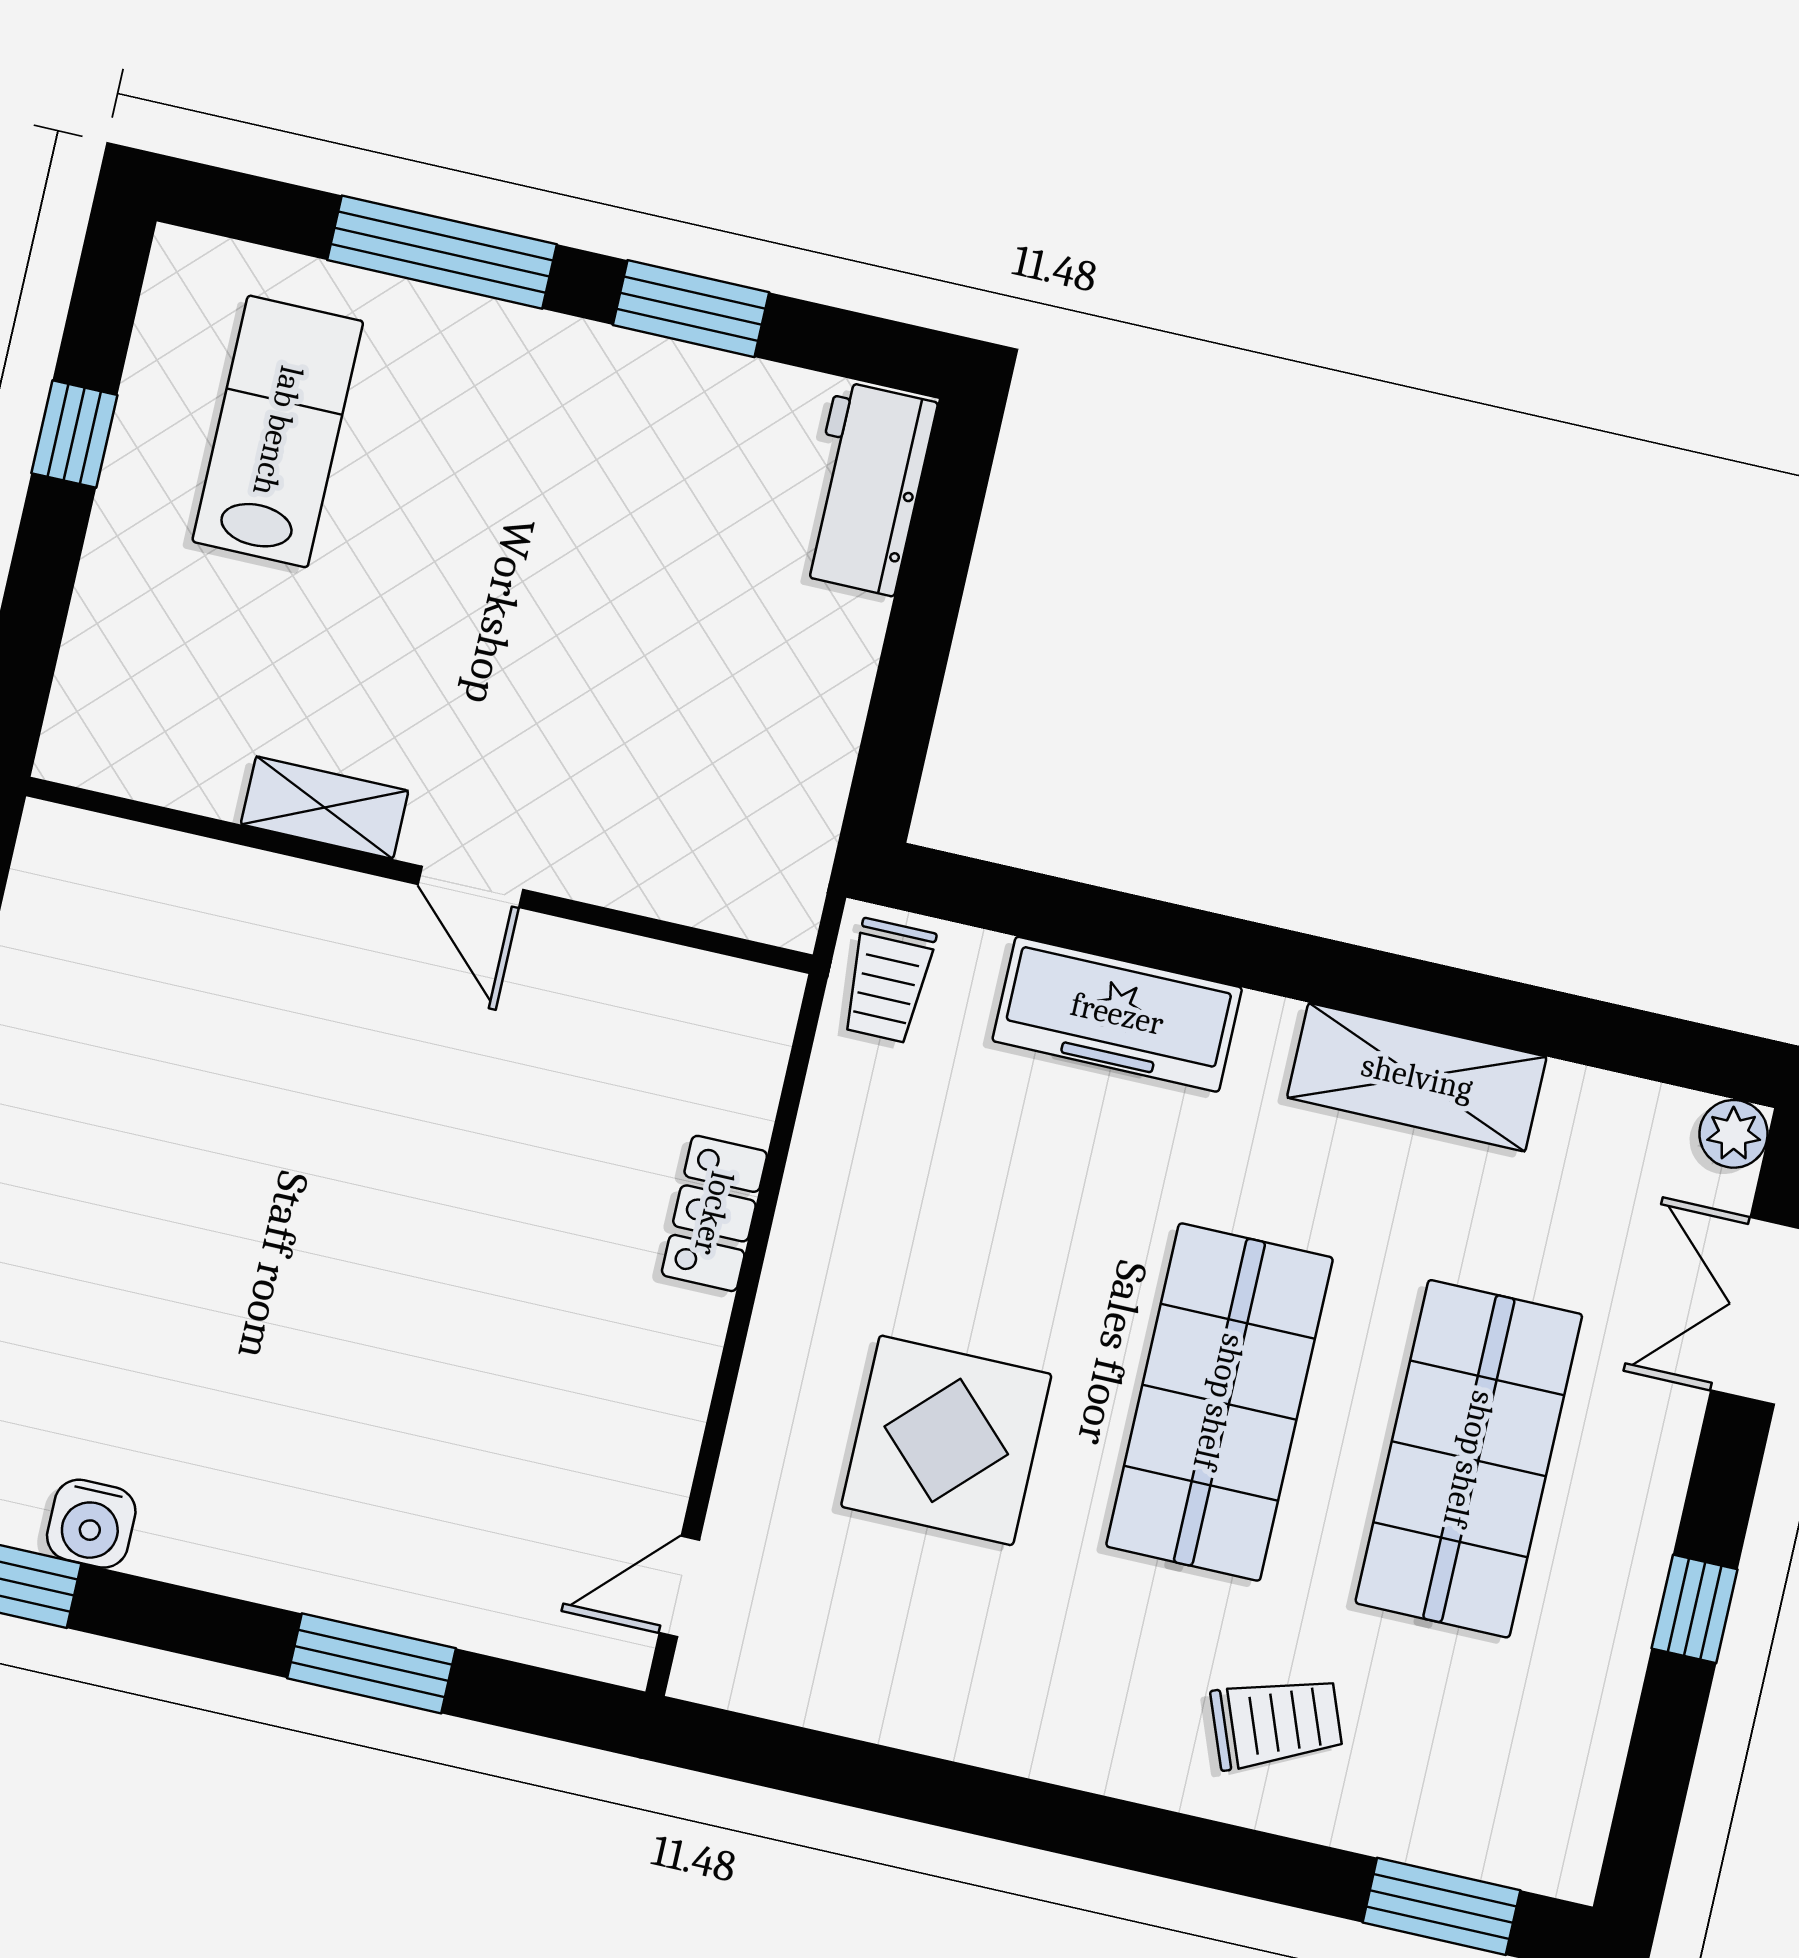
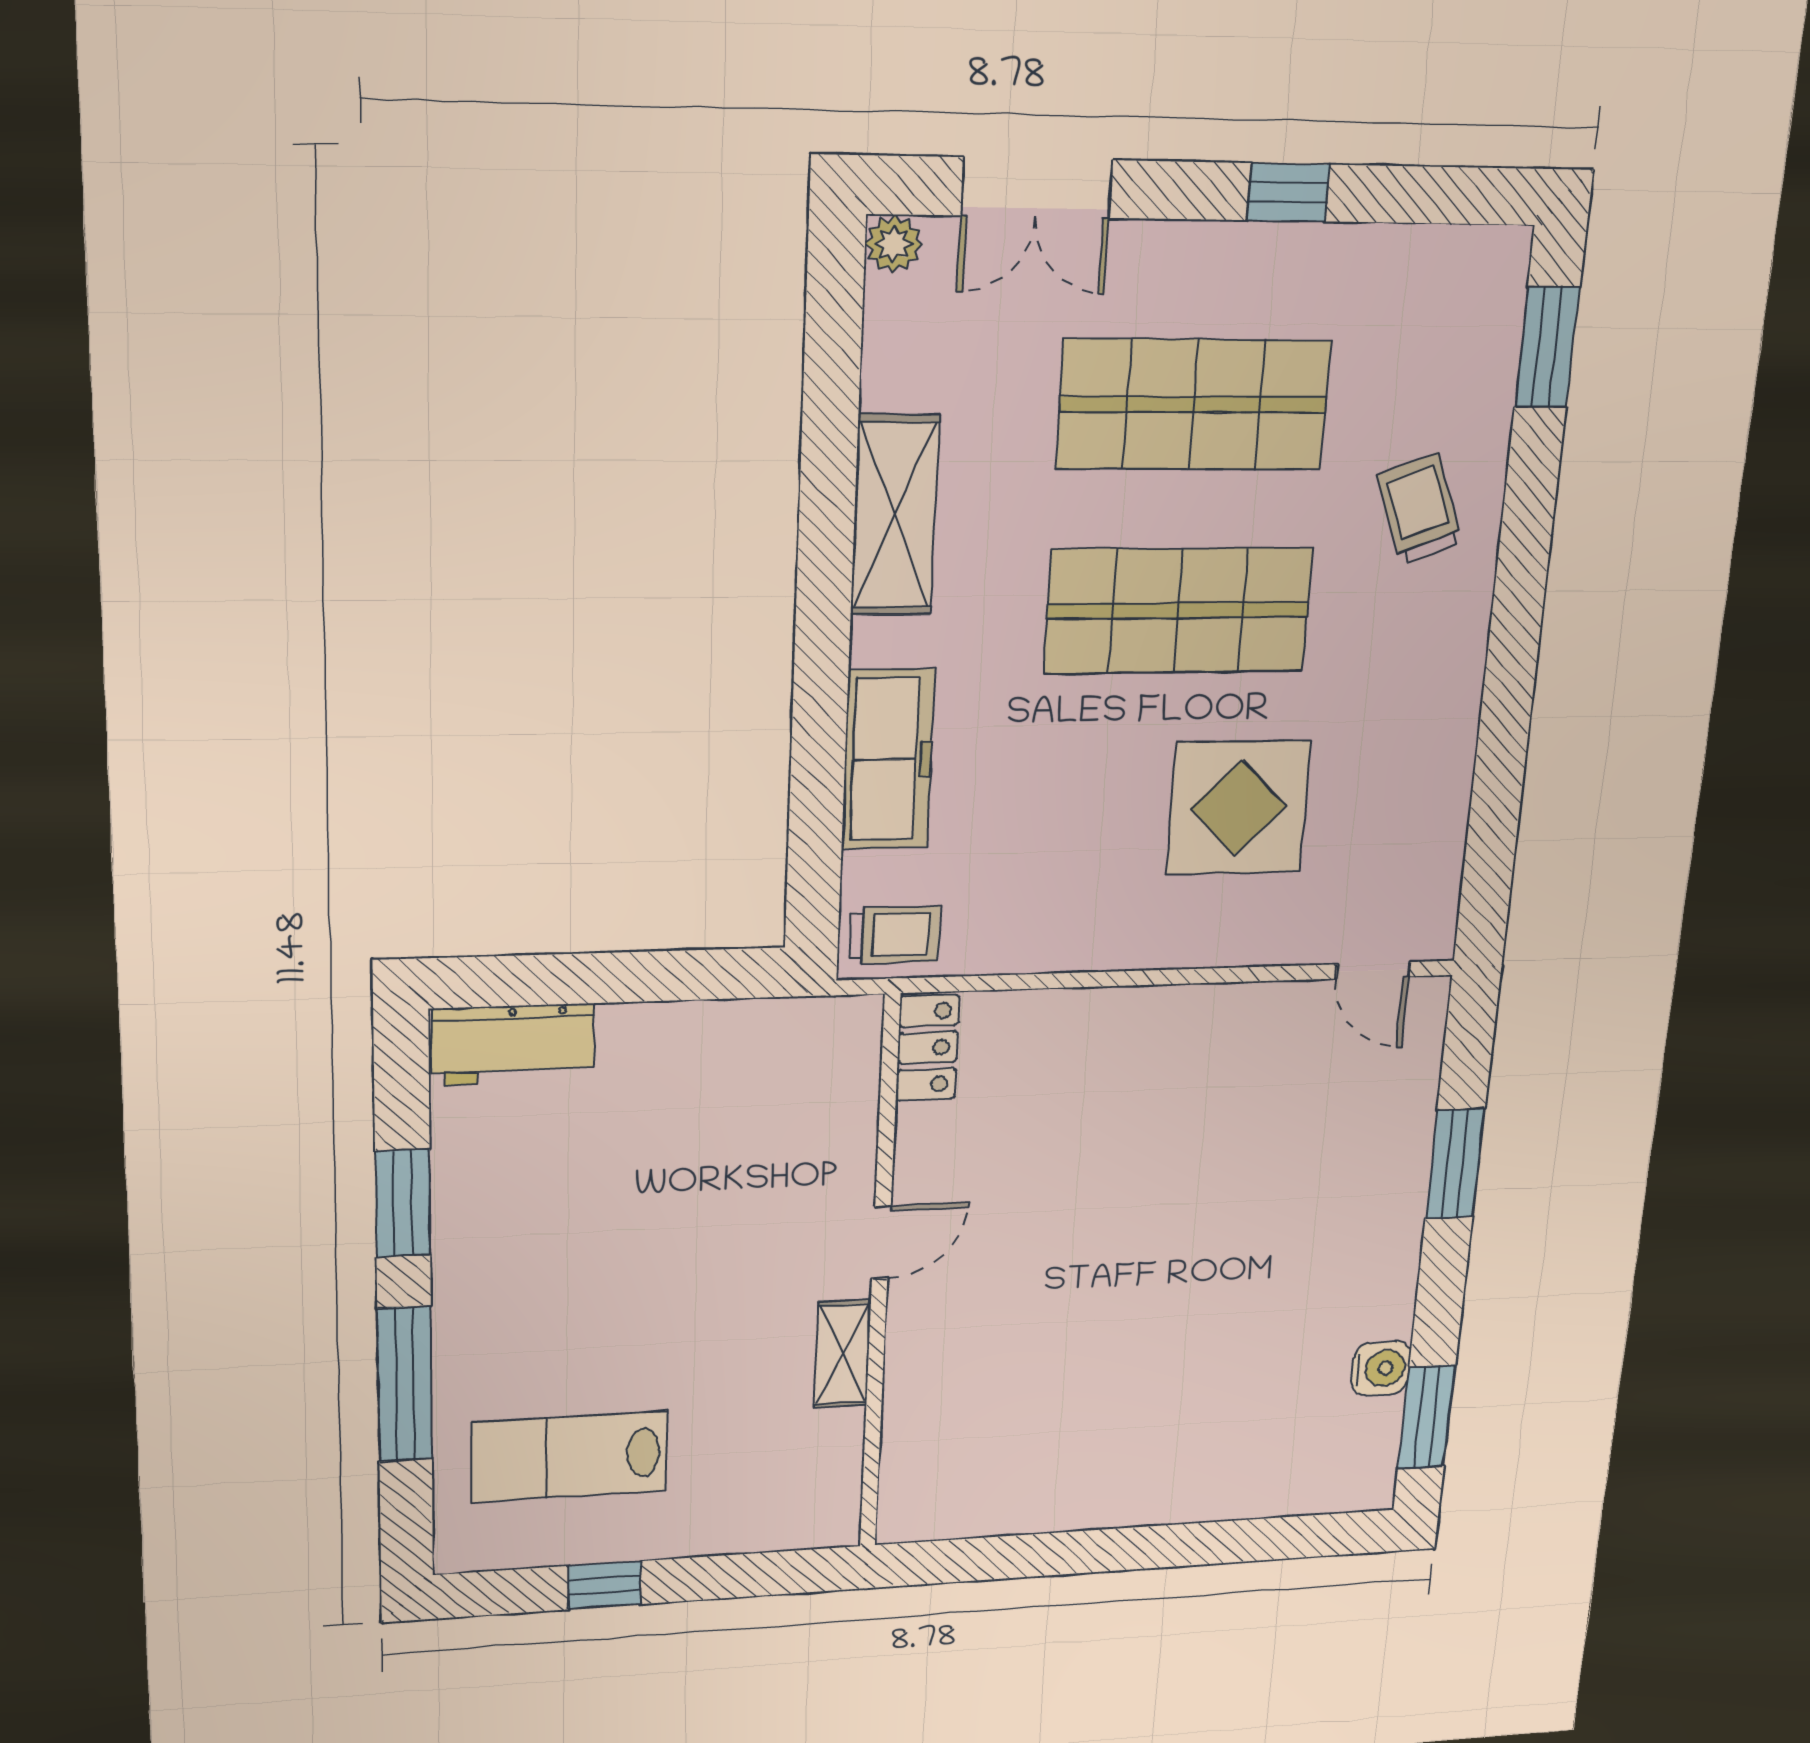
locker: (714, 1213) -> (928, 1048), moved, turned -90

